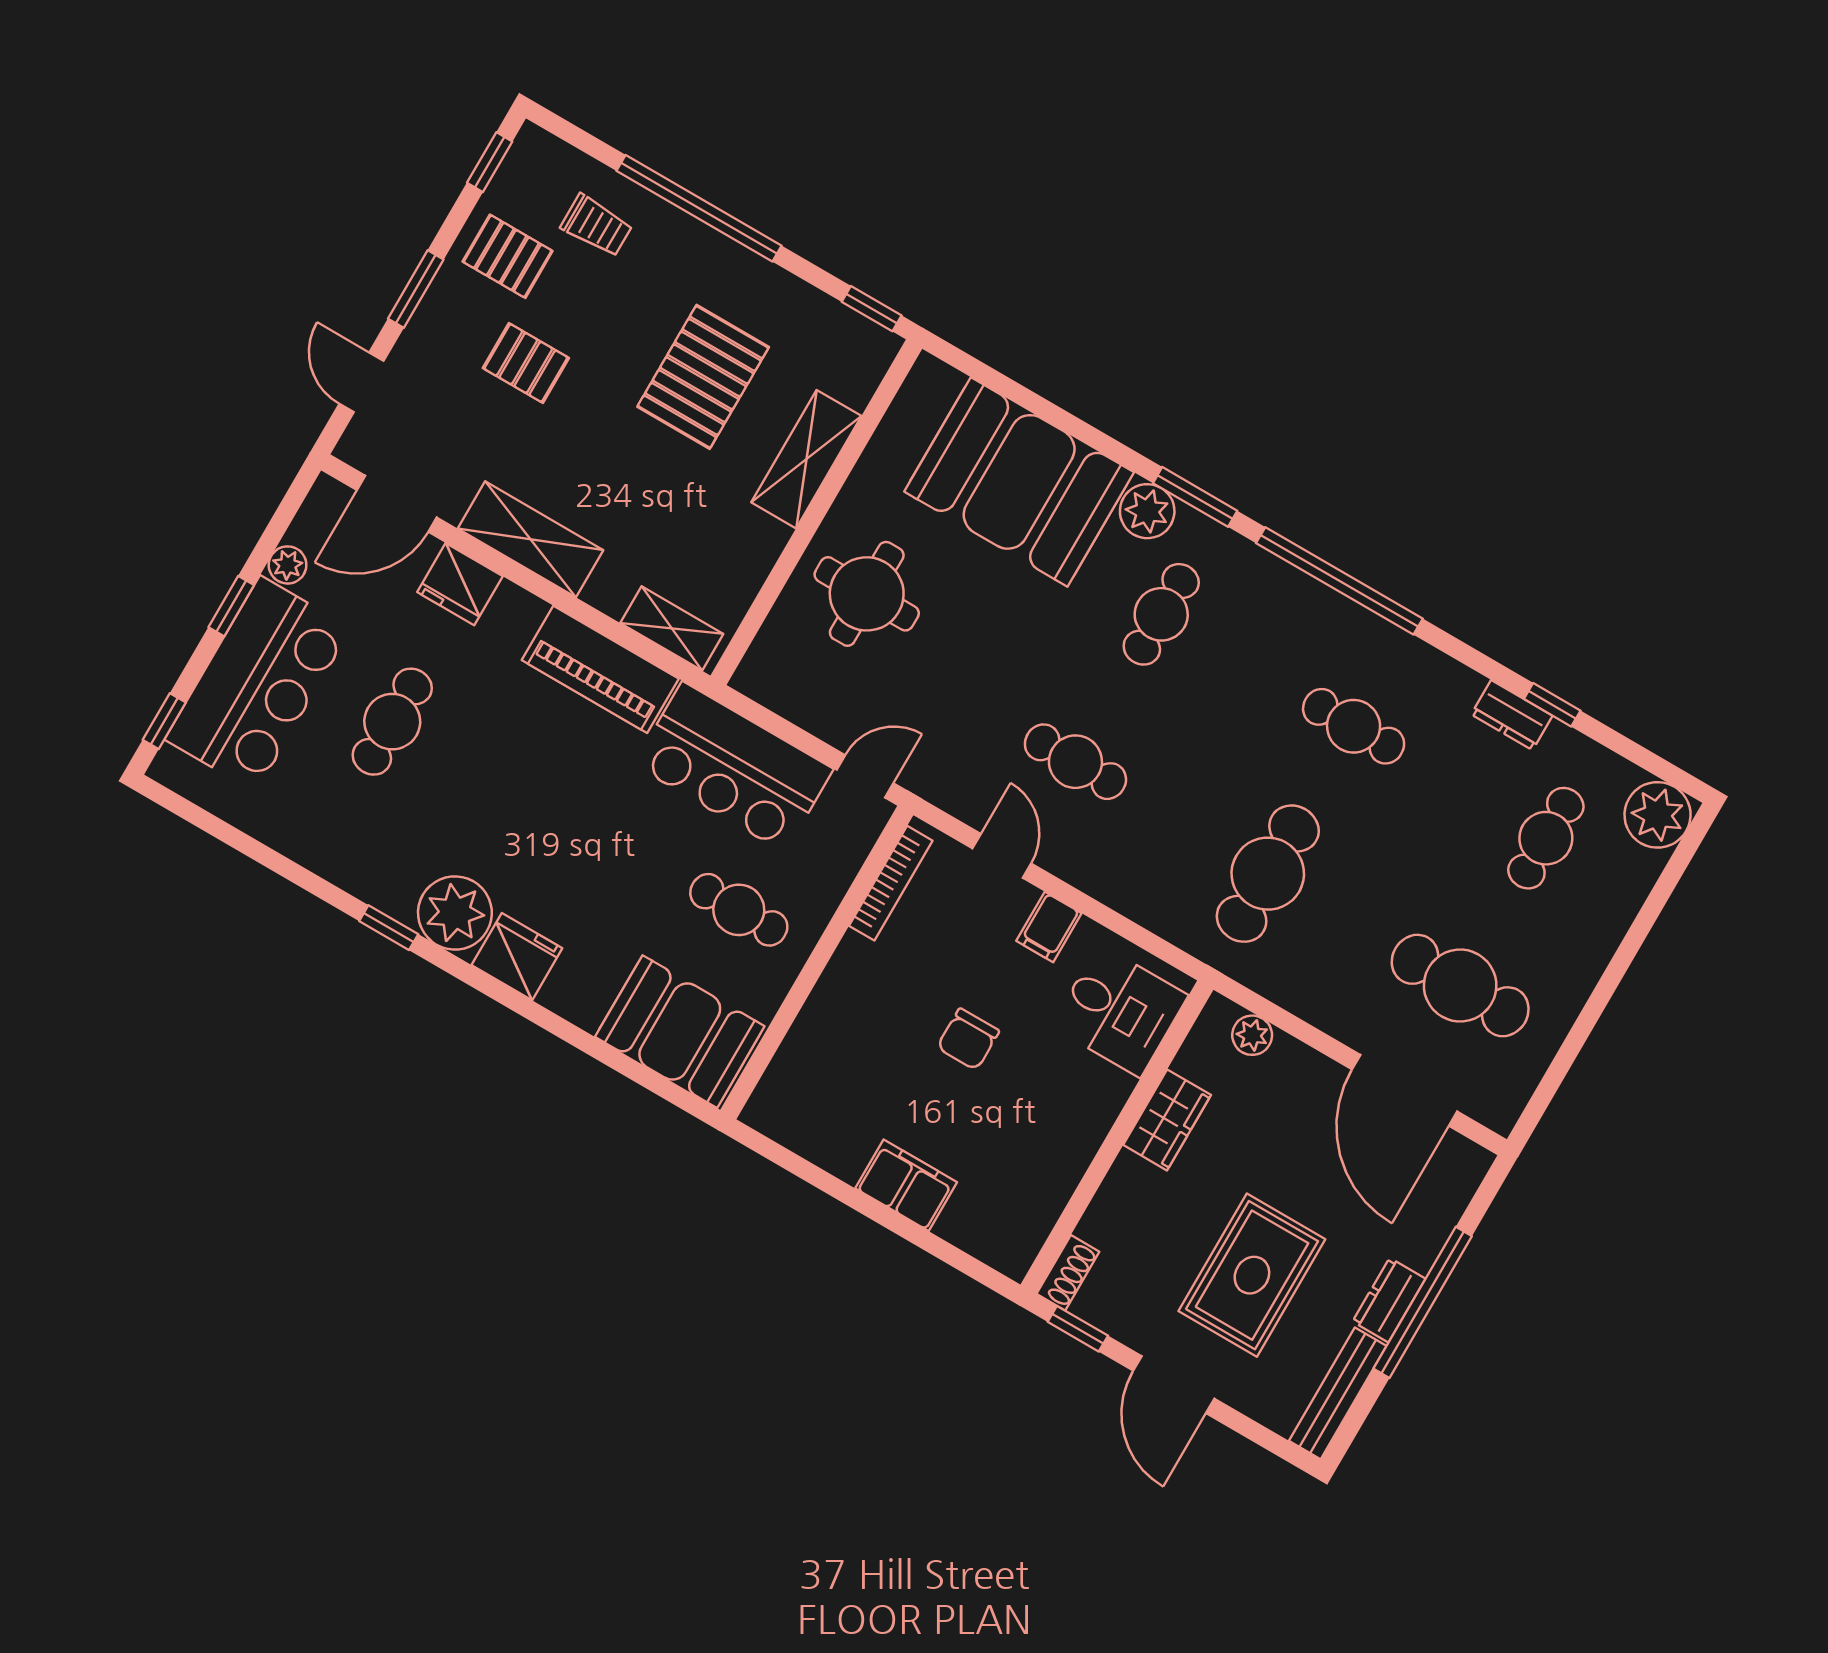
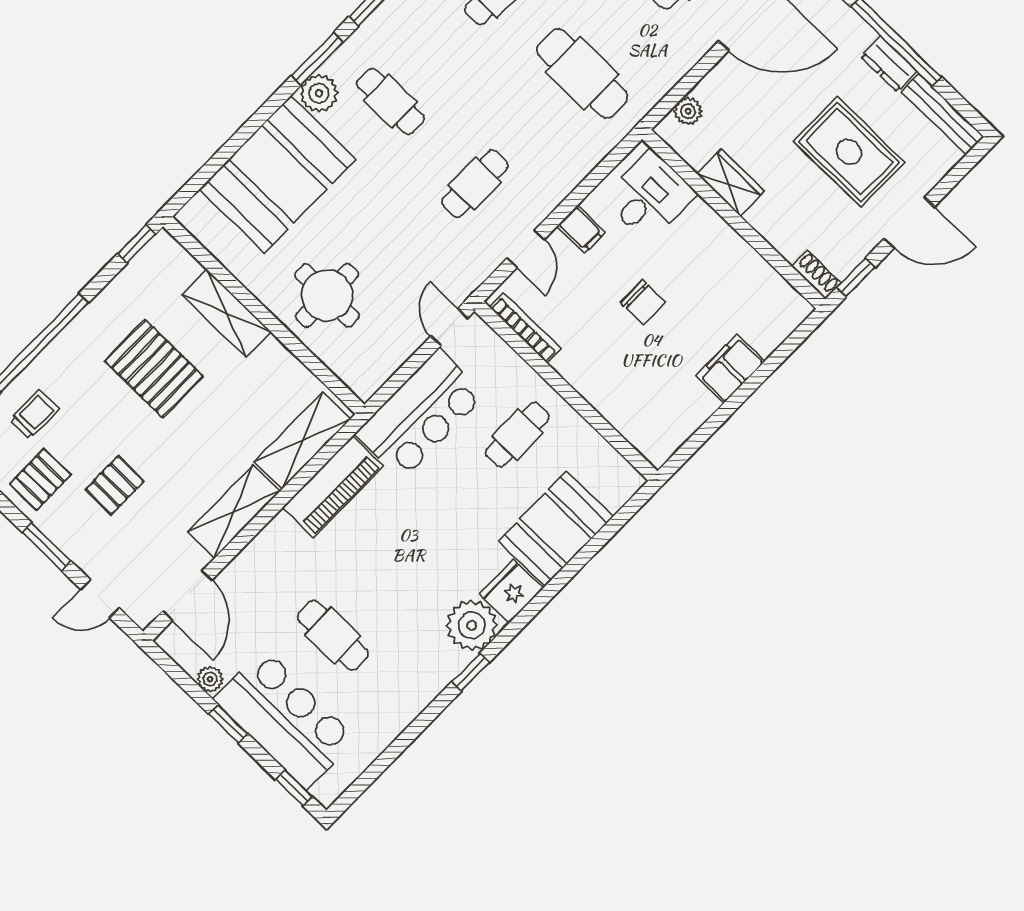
fridge: (460, 584) -> (252, 567), removed
shelving: (672, 628) -> (302, 440), width x1.50, depth x1.33
door: (1002, 856) -> (526, 249), swing flipped
booth: (680, 1032) -> (556, 529), moved

